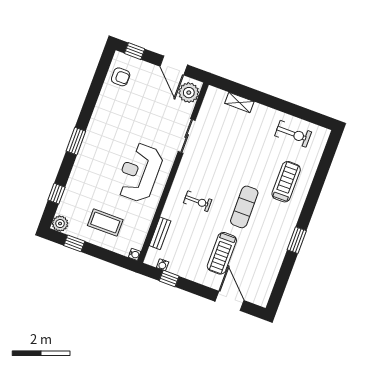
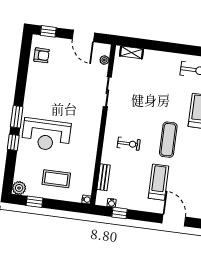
plant: (189, 93) -> (104, 60), width x0.53, depth x0.53
shelving: (239, 102) -> (132, 52), moved
reception desk: (139, 173) -> (46, 135), moved, turned -90
window: (56, 194) -> (13, 142), moved
treadmill: (222, 253) -> (158, 182), turned 180

